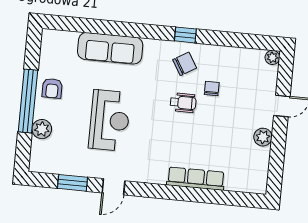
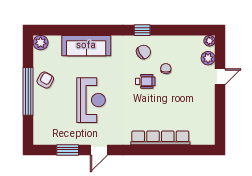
armchair: (52, 88) -> (45, 80), turned -151
plant: (42, 129) -> (41, 43), moved
plant: (263, 137) -> (208, 58), moved
row of seats: (196, 179) -> (160, 138), width x1.36

